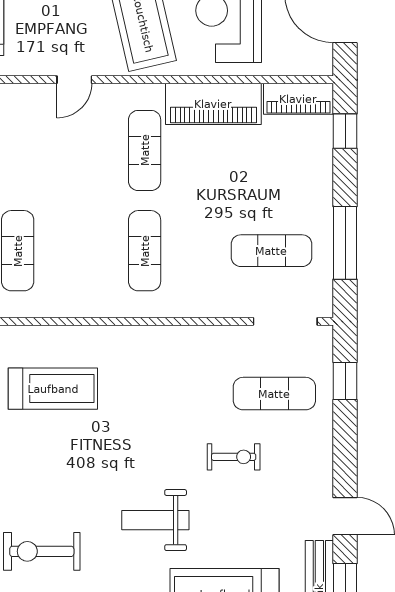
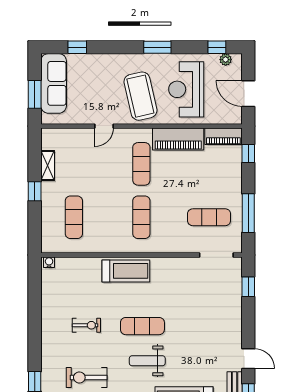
treadmill: (53, 389) -> (126, 271), moved
exercise mat: (274, 394) -> (142, 326), moved
exercise bike: (234, 457) -> (86, 325), moved

